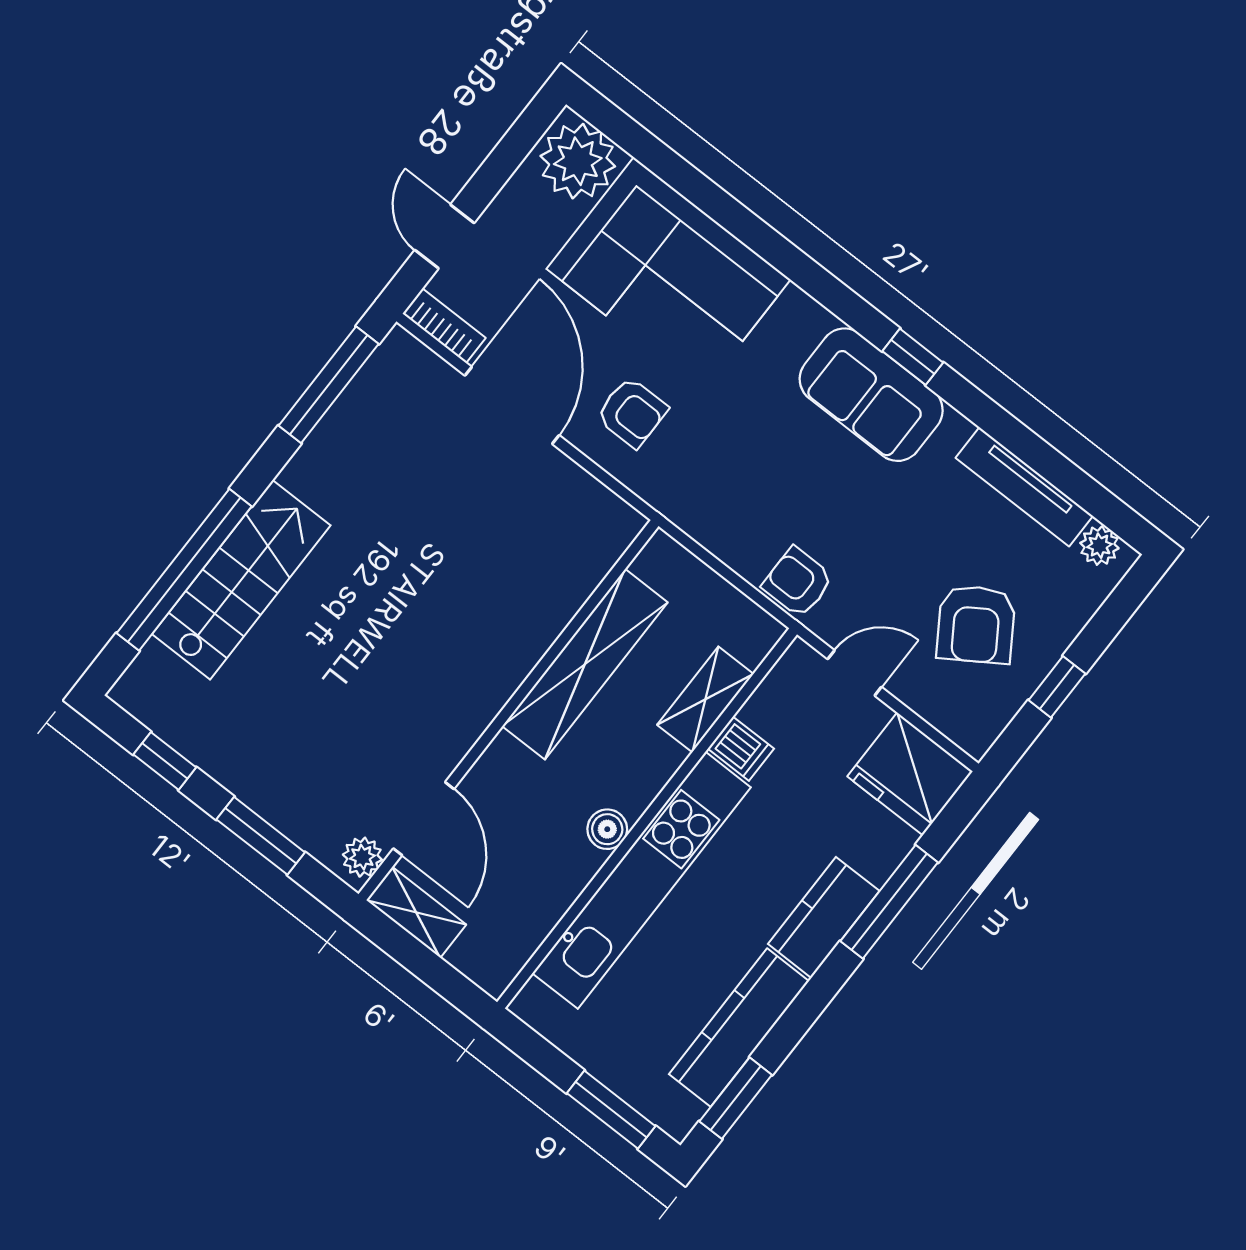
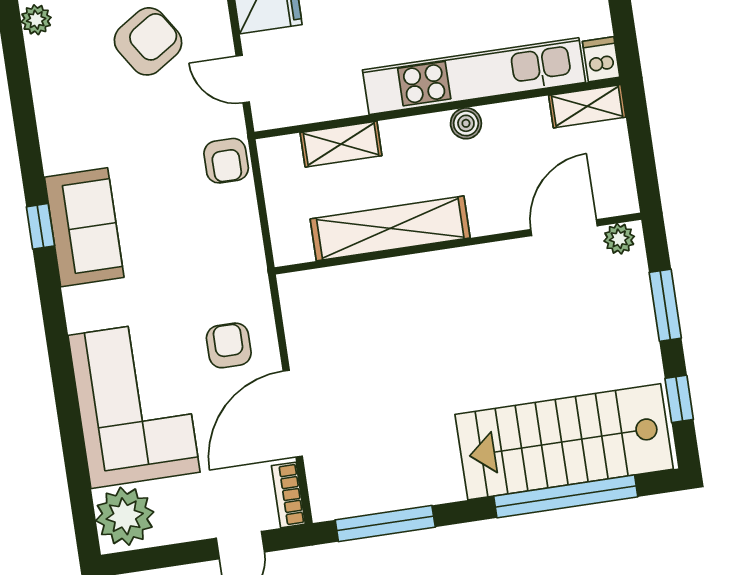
tv unit: (1024, 487) -> (47, 93), removed
stairs: (241, 580) -> (564, 442), width x1.36, depth x1.51
dishwasher: (741, 749) -> (601, 59), moved
shelving: (416, 912) -> (587, 106), moved, turned 90

